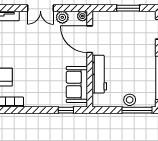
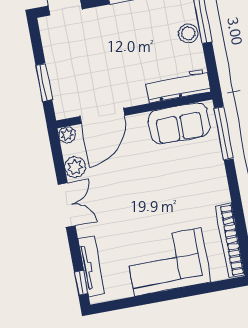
window: (128, 8) -> (44, 82), moved
workbench: (99, 74) -> (178, 86), moved
window: (66, 110) -> (224, 133), width x2.17

